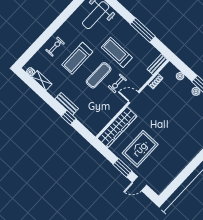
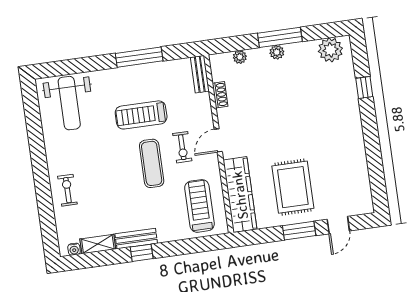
treadmill: (77, 58) -> (199, 206), moved, turned 180
bench: (67, 104) -> (136, 239), moved
window: (69, 118) -> (142, 253), moved

